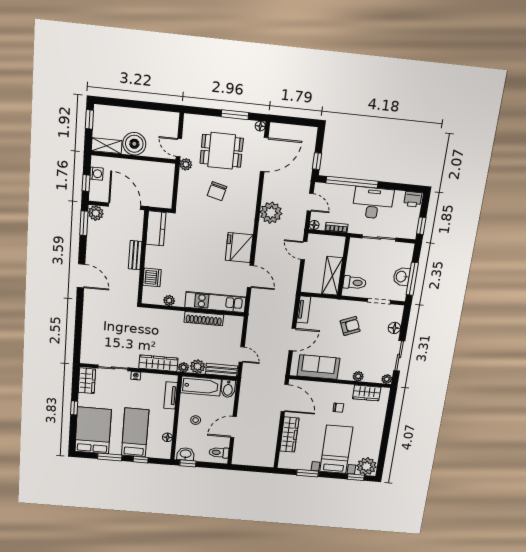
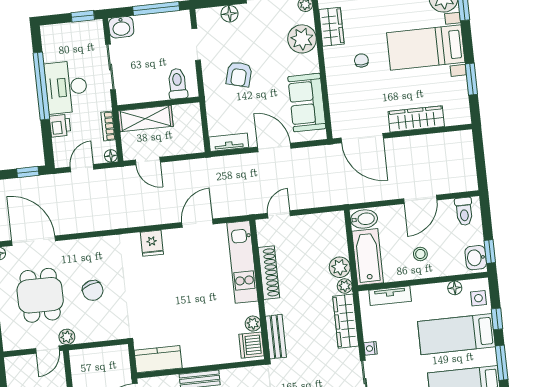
window: (352, 182) -> (41, 86), moved
chair: (217, 191) -> (93, 290), turned 58
printer: (413, 199) -> (60, 126), moved
plant: (271, 213) -> (106, 215), removed
fridge: (239, 248) -> (152, 243), width x0.53, depth x0.75
door: (304, 251) -> (148, 161), hinge flipped
shelving: (332, 276) -> (145, 119), moved
dishwasher: (152, 277) -> (251, 345), moved, turned -90
washbasin: (402, 277) -> (121, 27), moved
armchair: (350, 326) -> (239, 74), turned -143
door: (242, 354) -> (279, 214), moved
bench: (222, 370) -> (276, 337), moved
plant: (358, 376) -> (302, 39), width x1.88, depth x1.88
door: (285, 398) -> (362, 138), swing flipped
door: (233, 427) -> (420, 199), hinge flipped
side table: (157, 451) -> (478, 298), added

